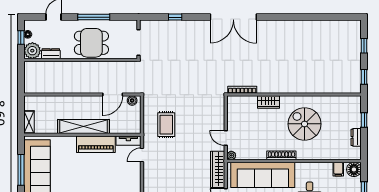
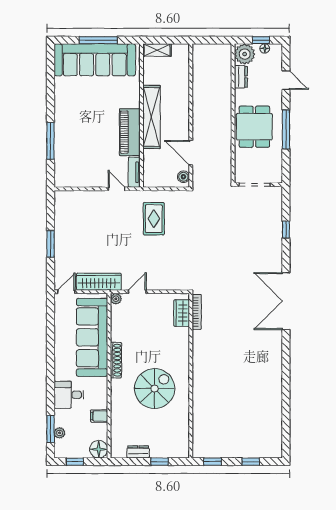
wardrobe: (268, 102) -> (182, 313), moved
rug: (166, 125) -> (154, 219), turned 90
filing cabinet: (338, 169) -> (99, 416), moved

